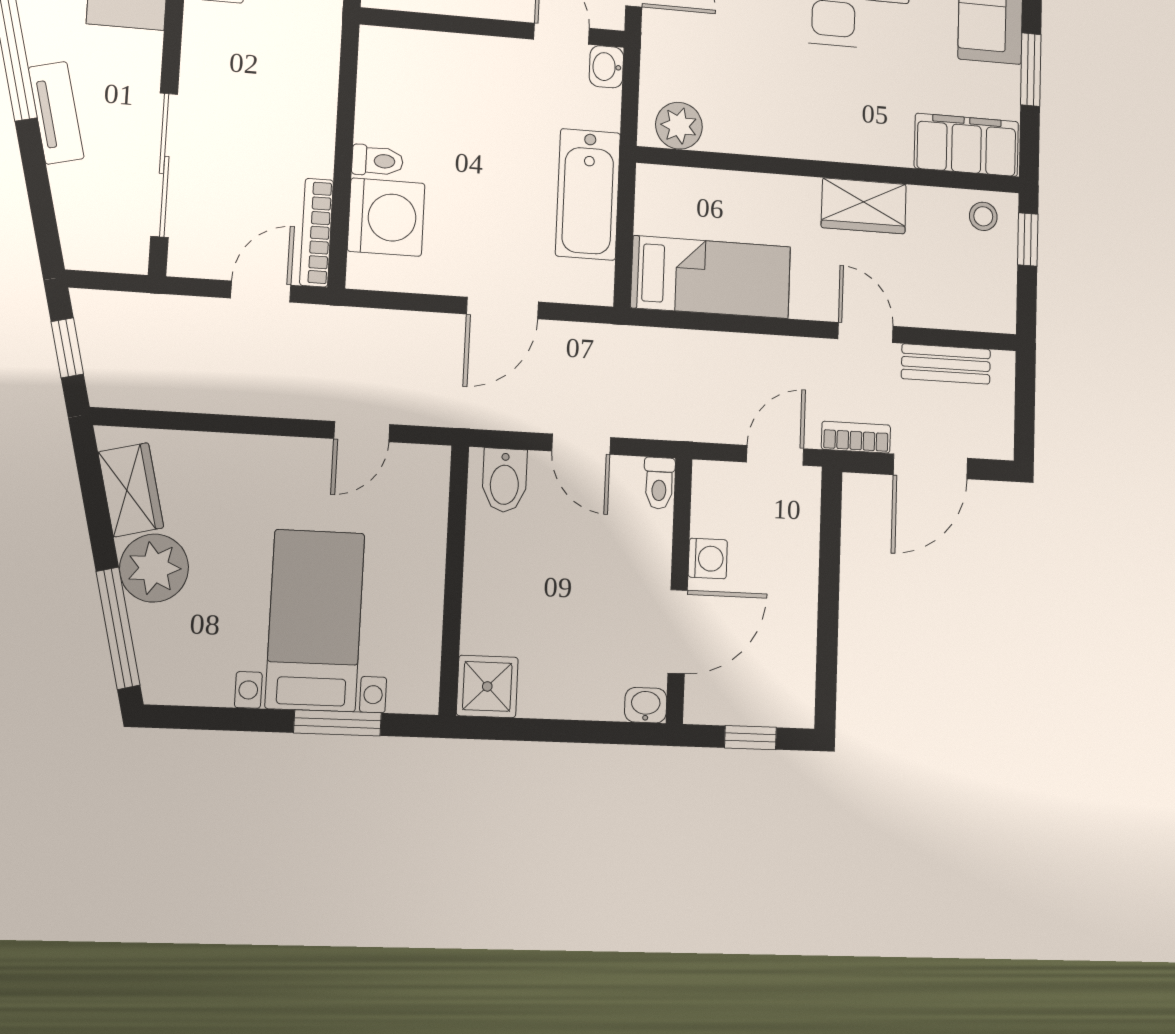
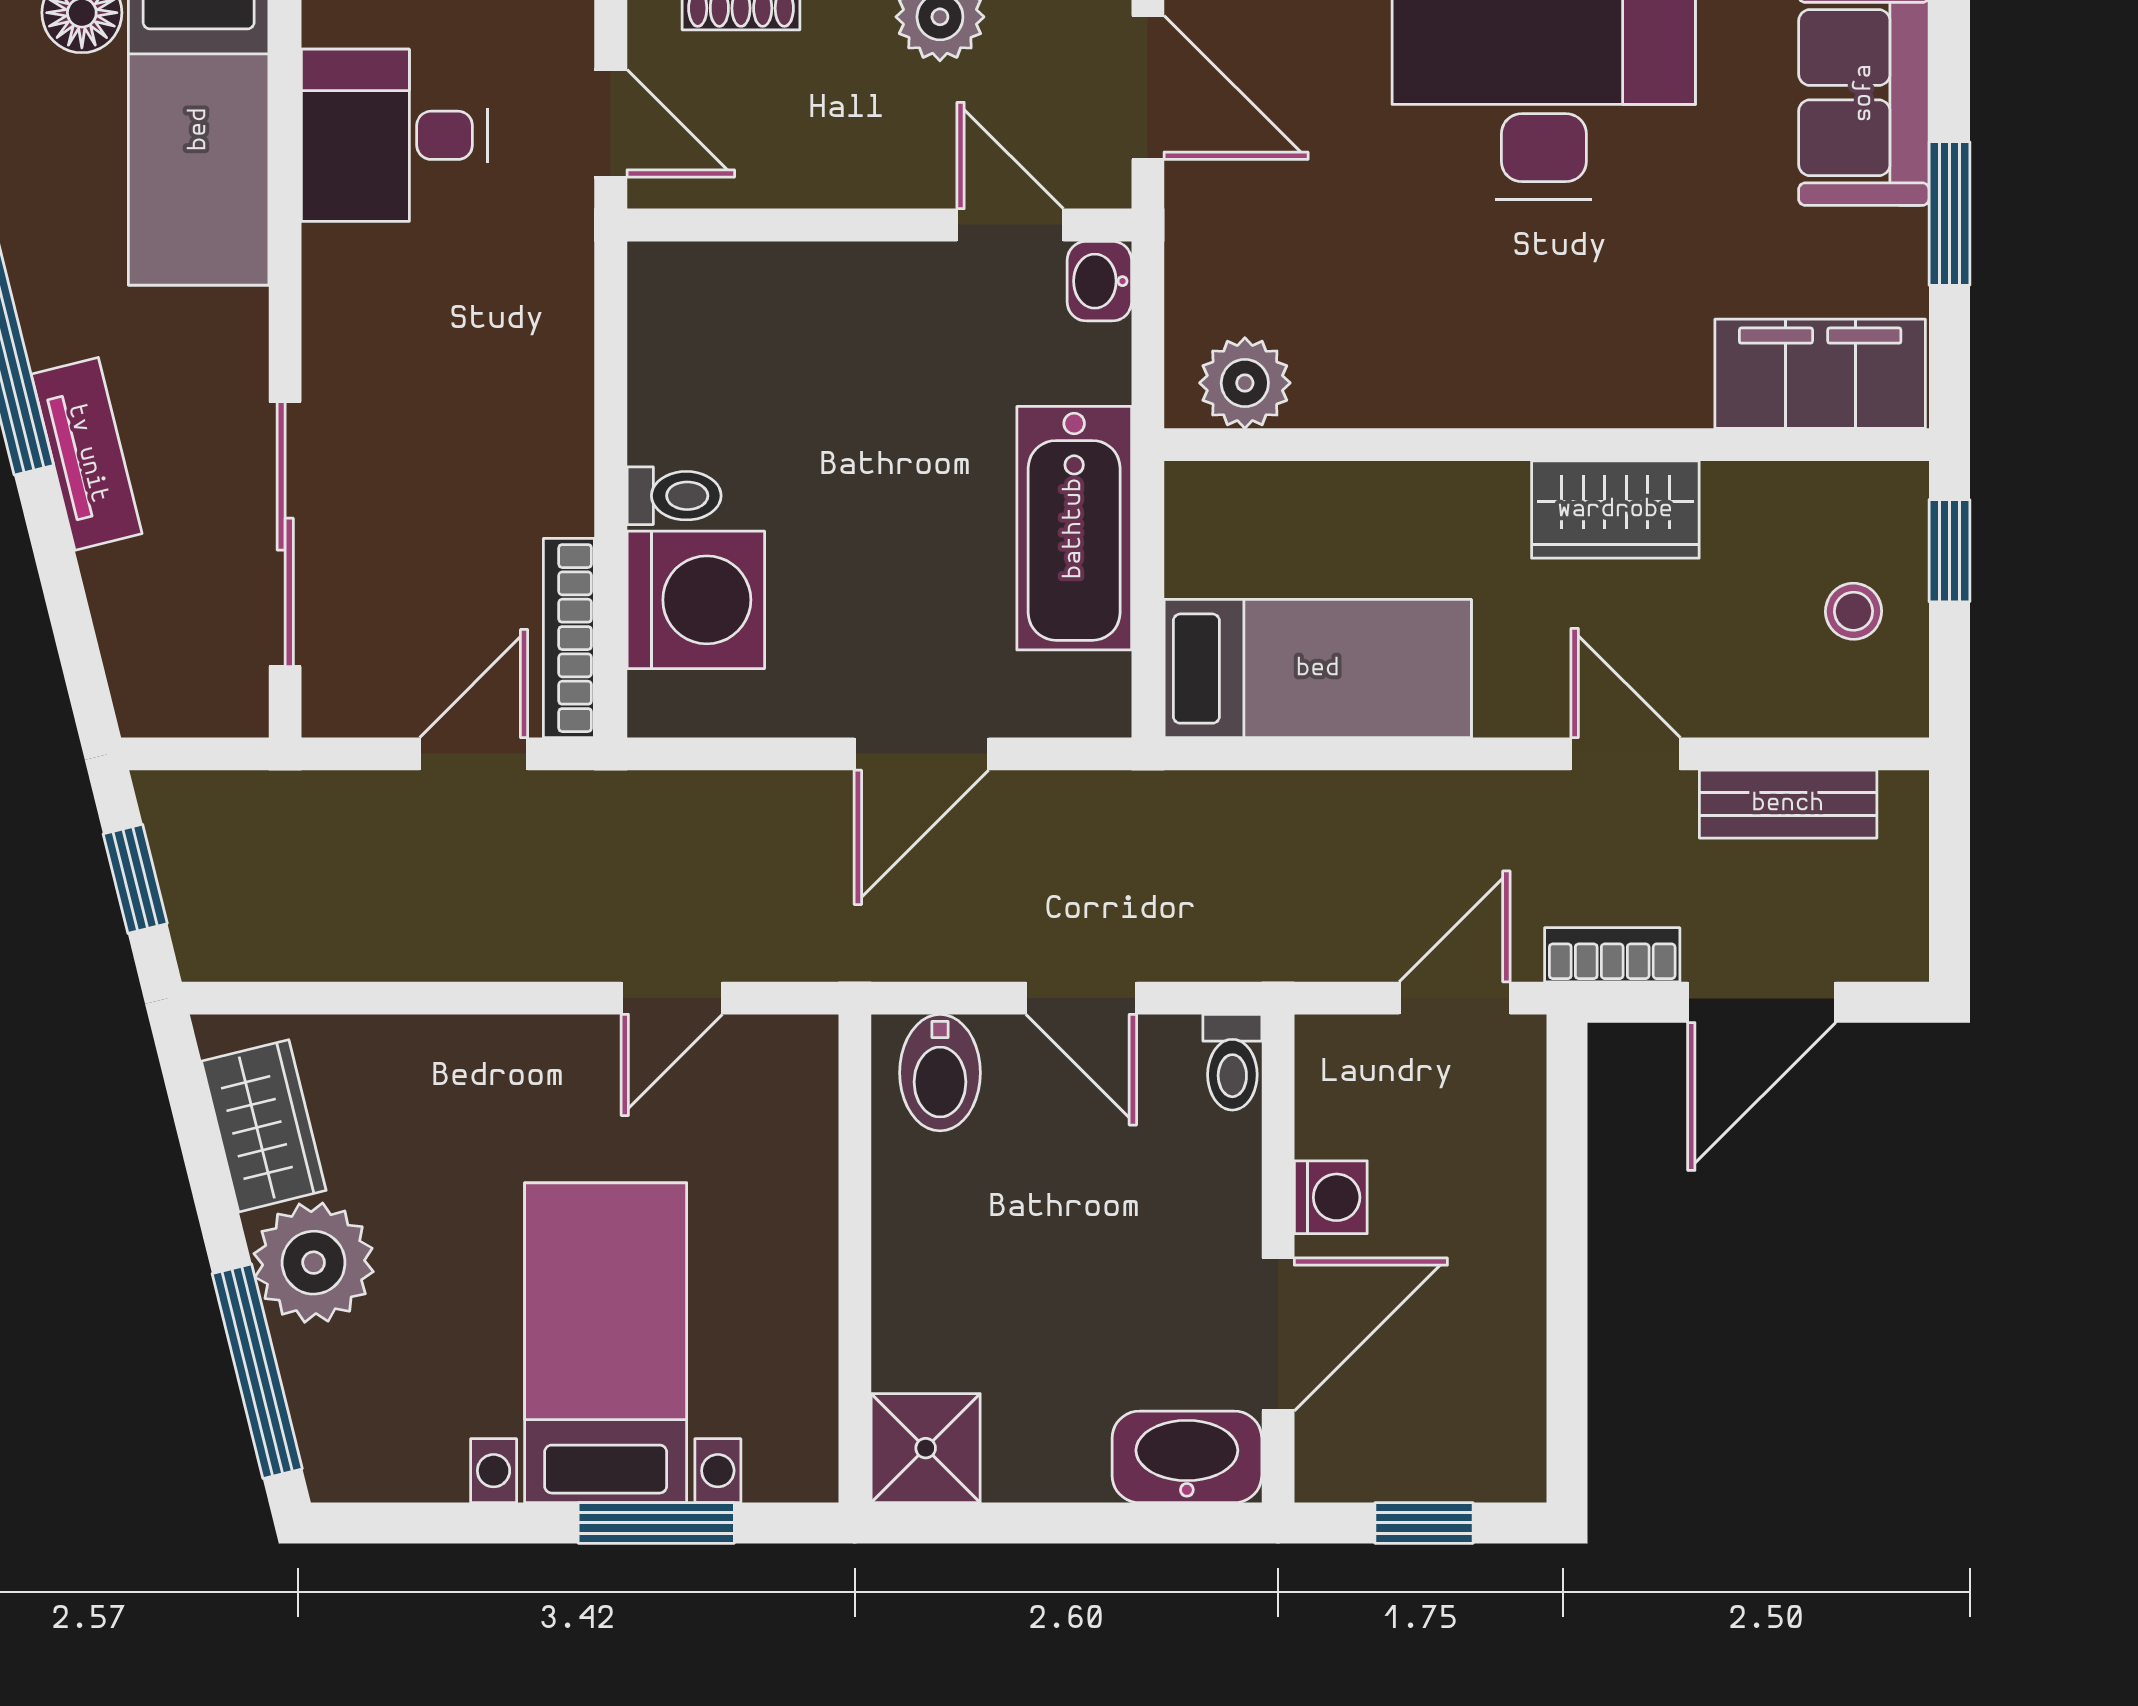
stool: (983, 216) -> (1854, 611), moved
washbasin: (646, 705) -> (1187, 1457), width x1.91, depth x1.45

